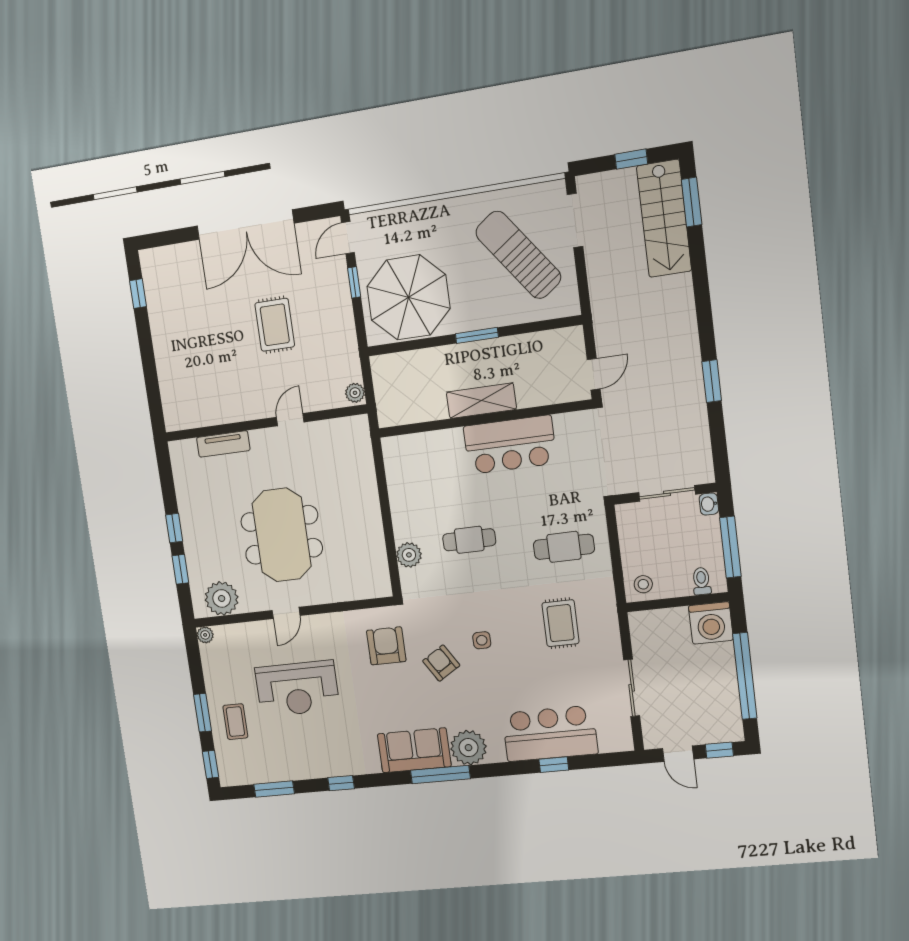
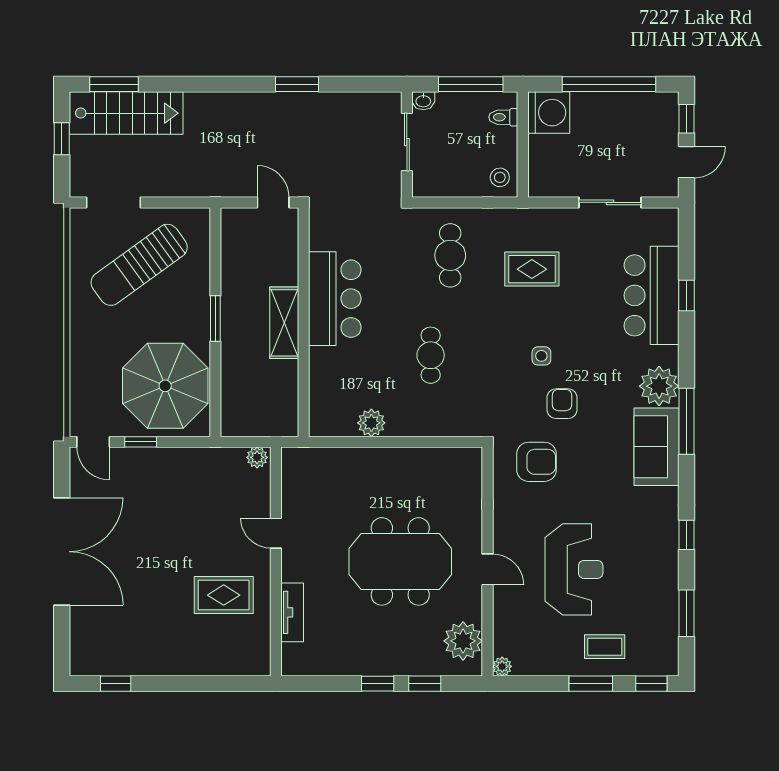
rug: (275, 325) -> (224, 595), moved
plant: (409, 555) -> (371, 423), moved
armchair: (386, 646) -> (536, 462), turned 180
armchair: (441, 663) -> (562, 404), turned 122

